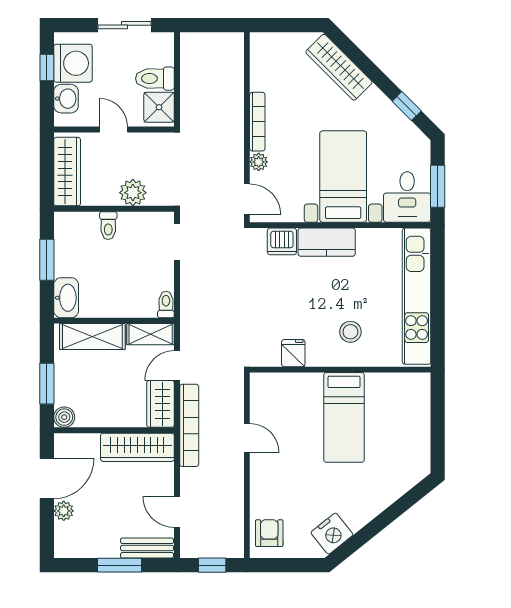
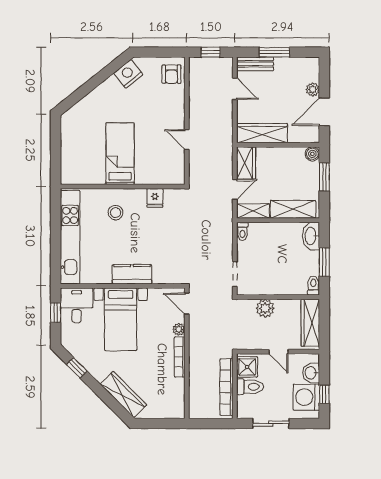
window: (438, 186) -> (56, 313), width x0.67
toilet: (108, 226) -> (313, 286), moved
dishwasher: (282, 241) -> (163, 275), removed
bookcase: (189, 425) -> (226, 387), moved

